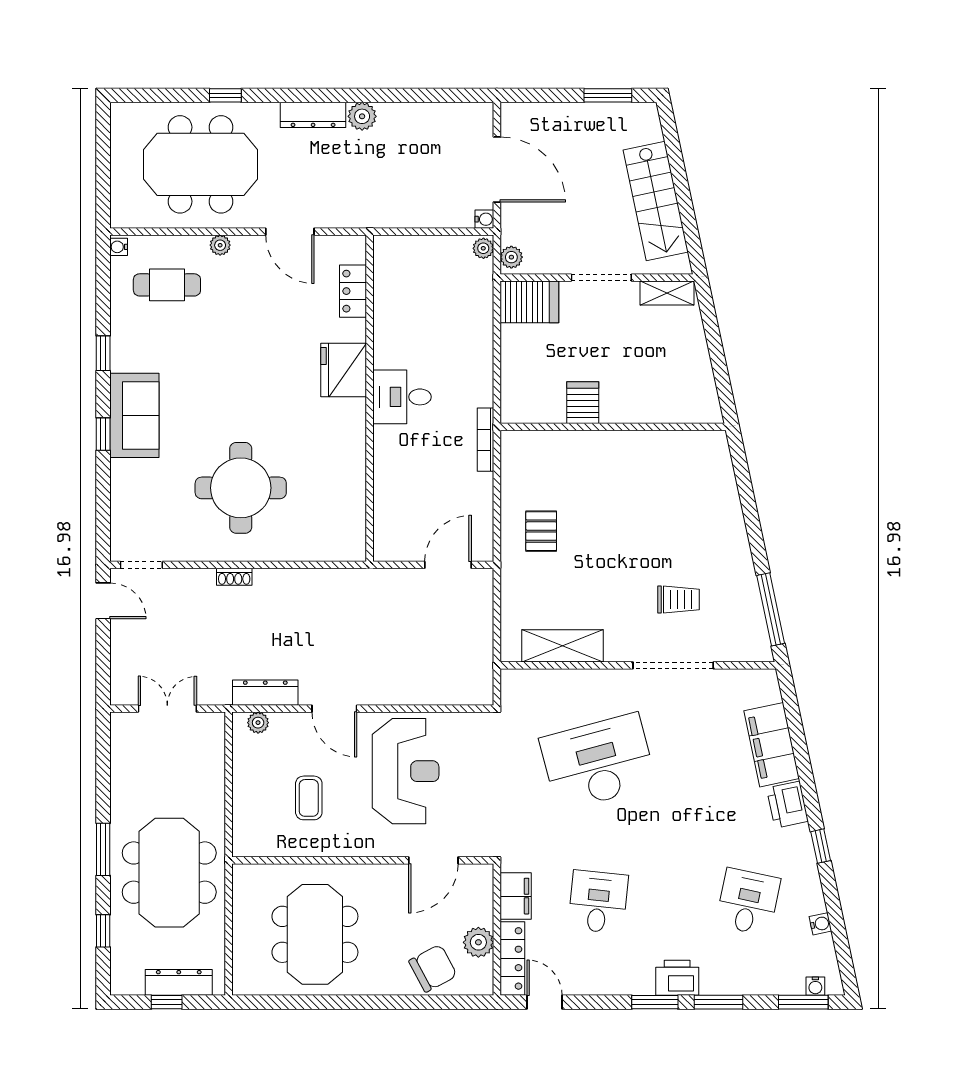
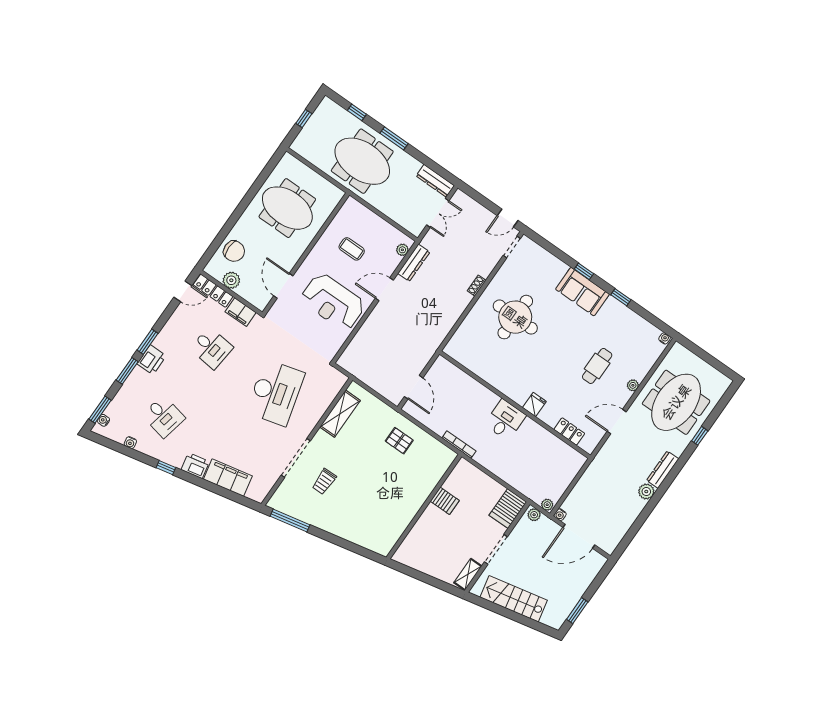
cafe table: (167, 285) -> (597, 366), moved
fridge: (344, 370) -> (534, 404), width x0.53, depth x0.75
chair: (433, 968) -> (234, 251), turned -62
dresser: (179, 982) -> (435, 181), moved, turned 90

